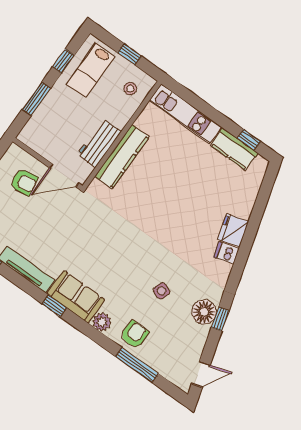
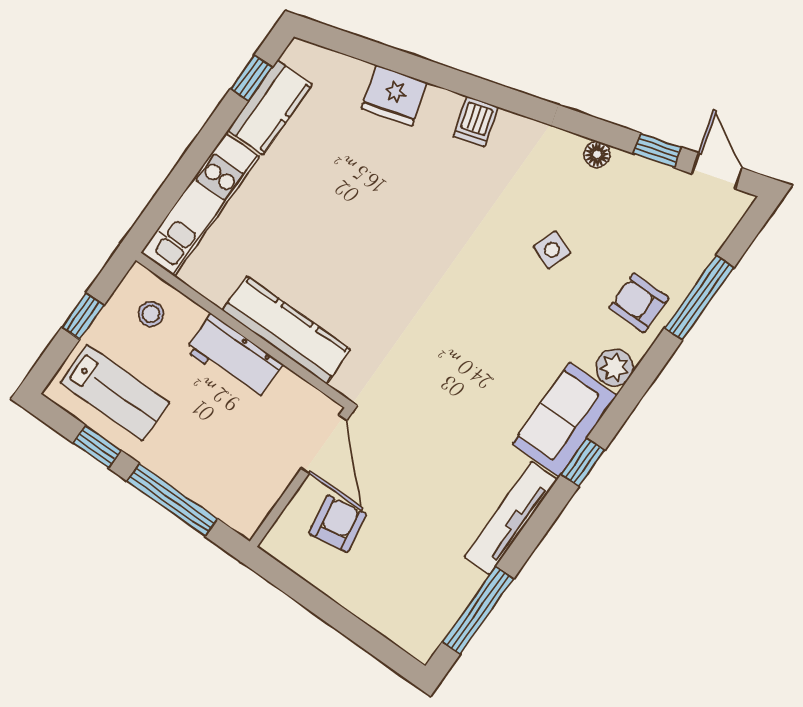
window: (36, 99) -> (172, 500), width x1.44
workbench: (99, 143) -> (234, 357), moved
fridge: (233, 230) -> (394, 96), moved
floor lamp: (204, 312) -> (597, 154), width x0.53, depth x0.53
window: (220, 319) -> (657, 150), moved

